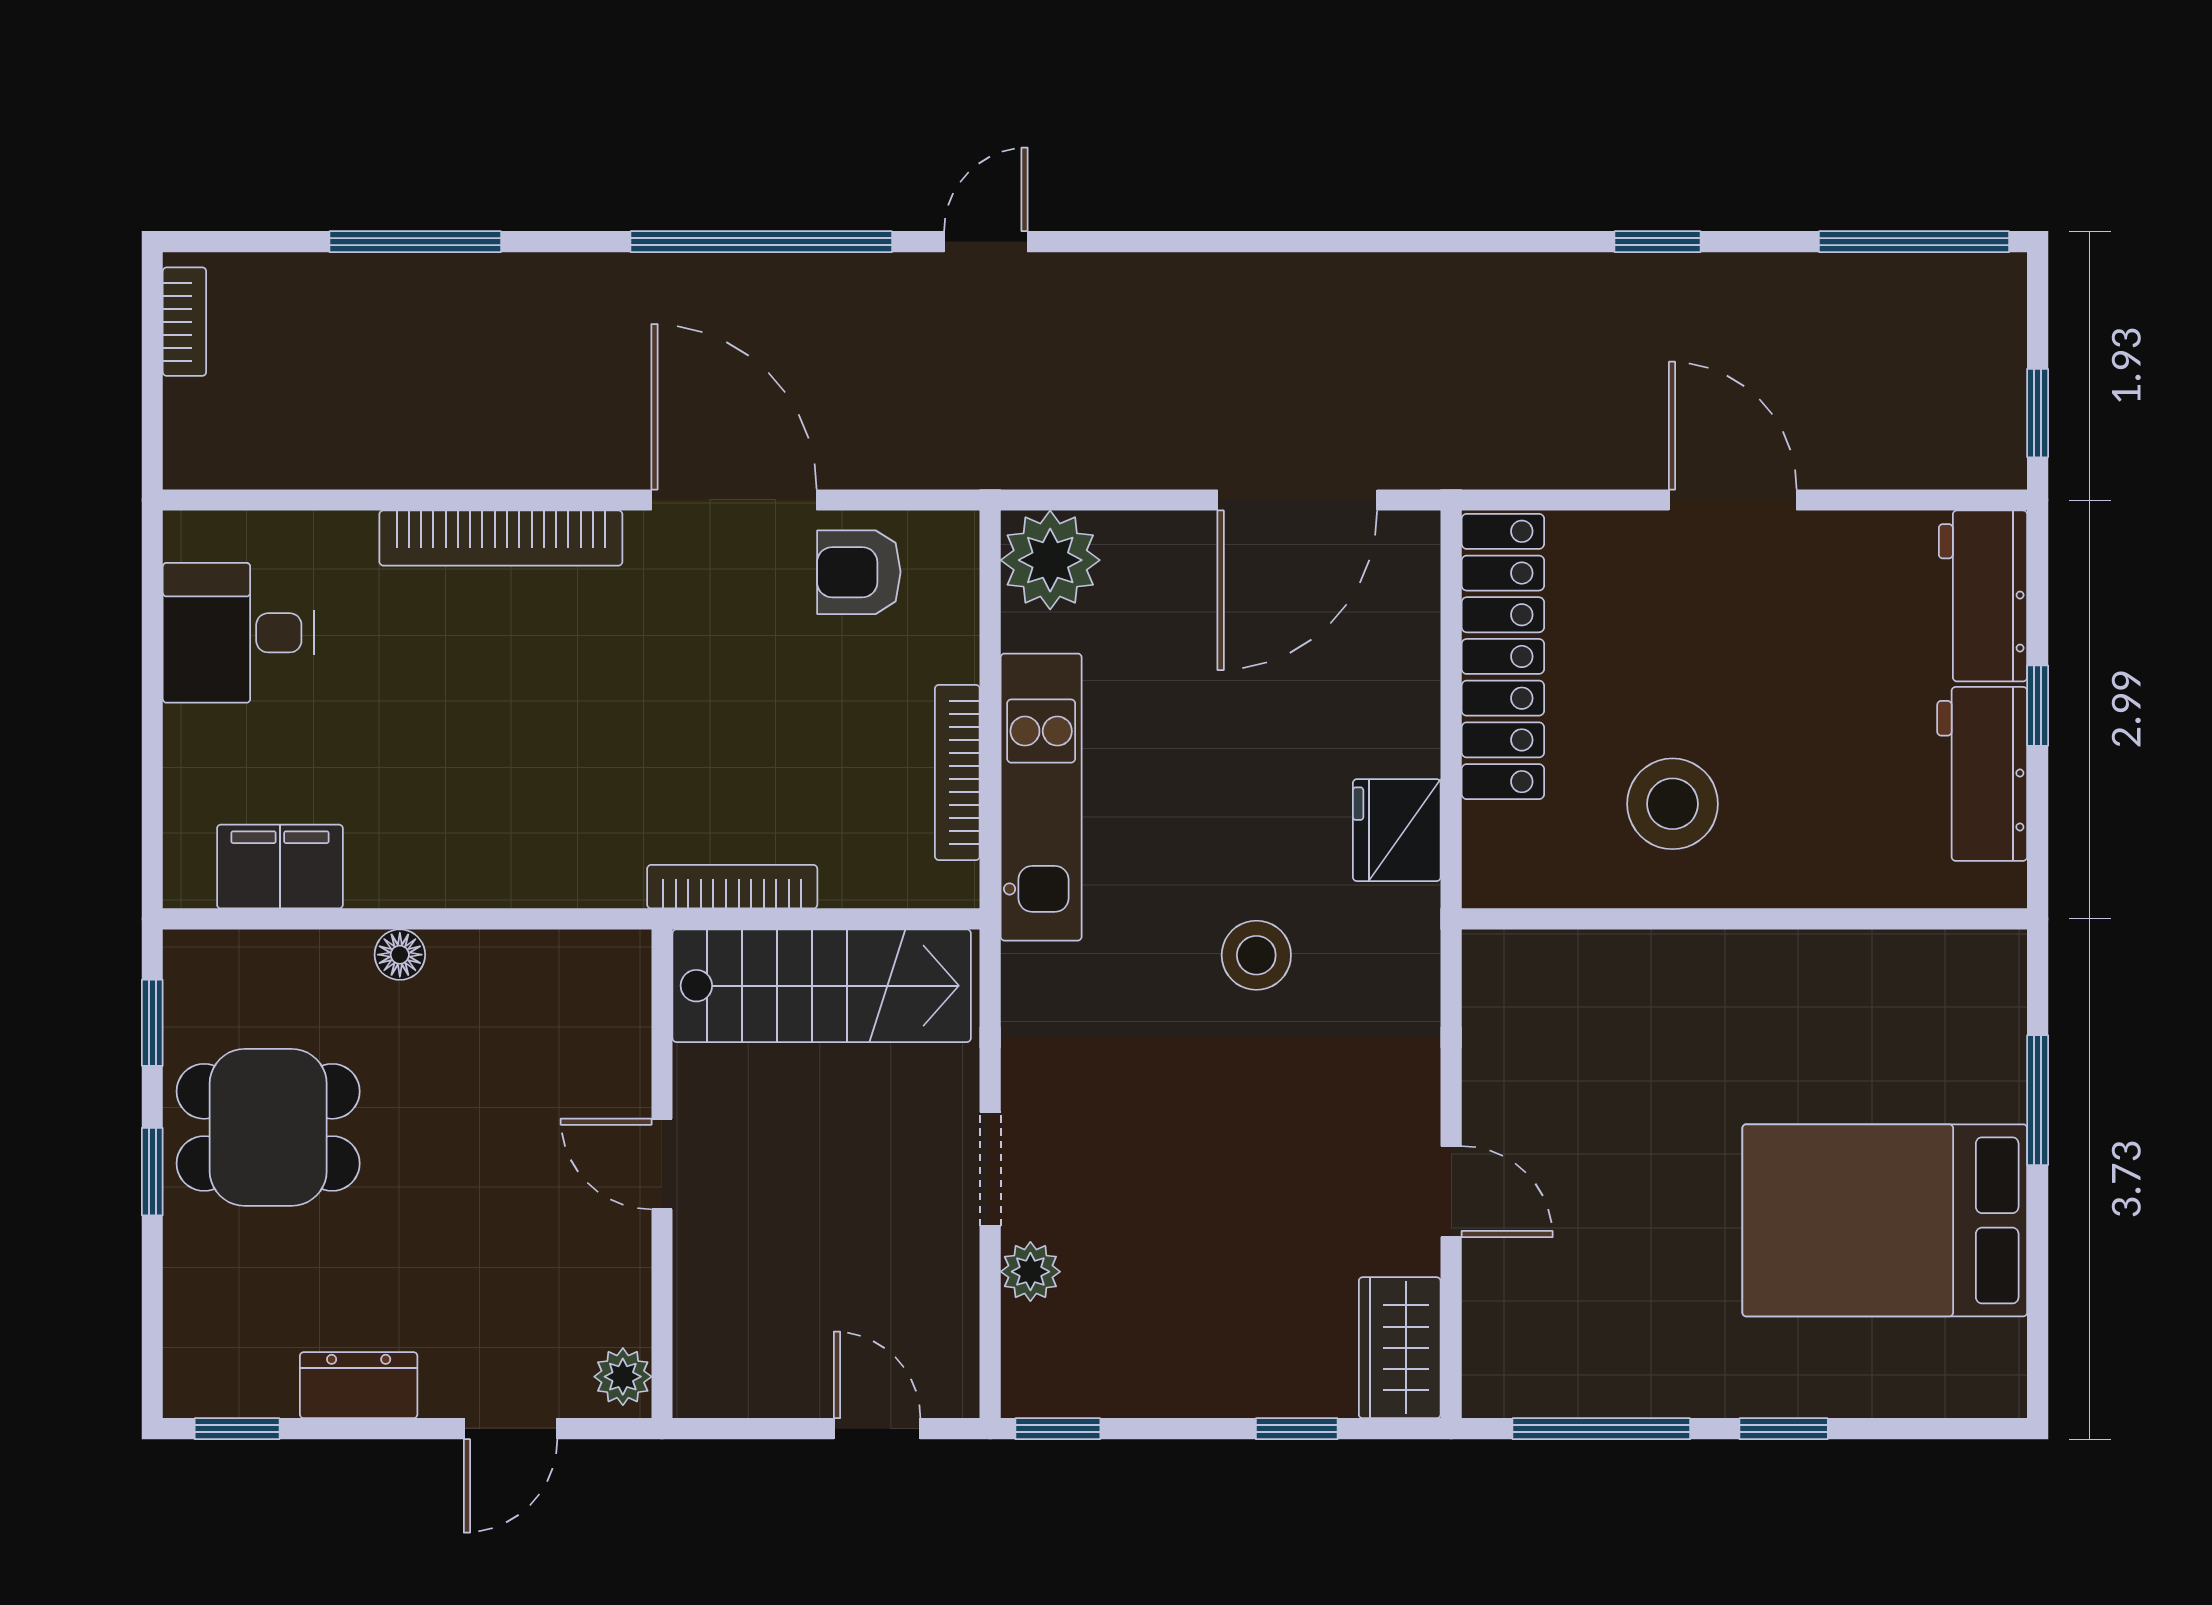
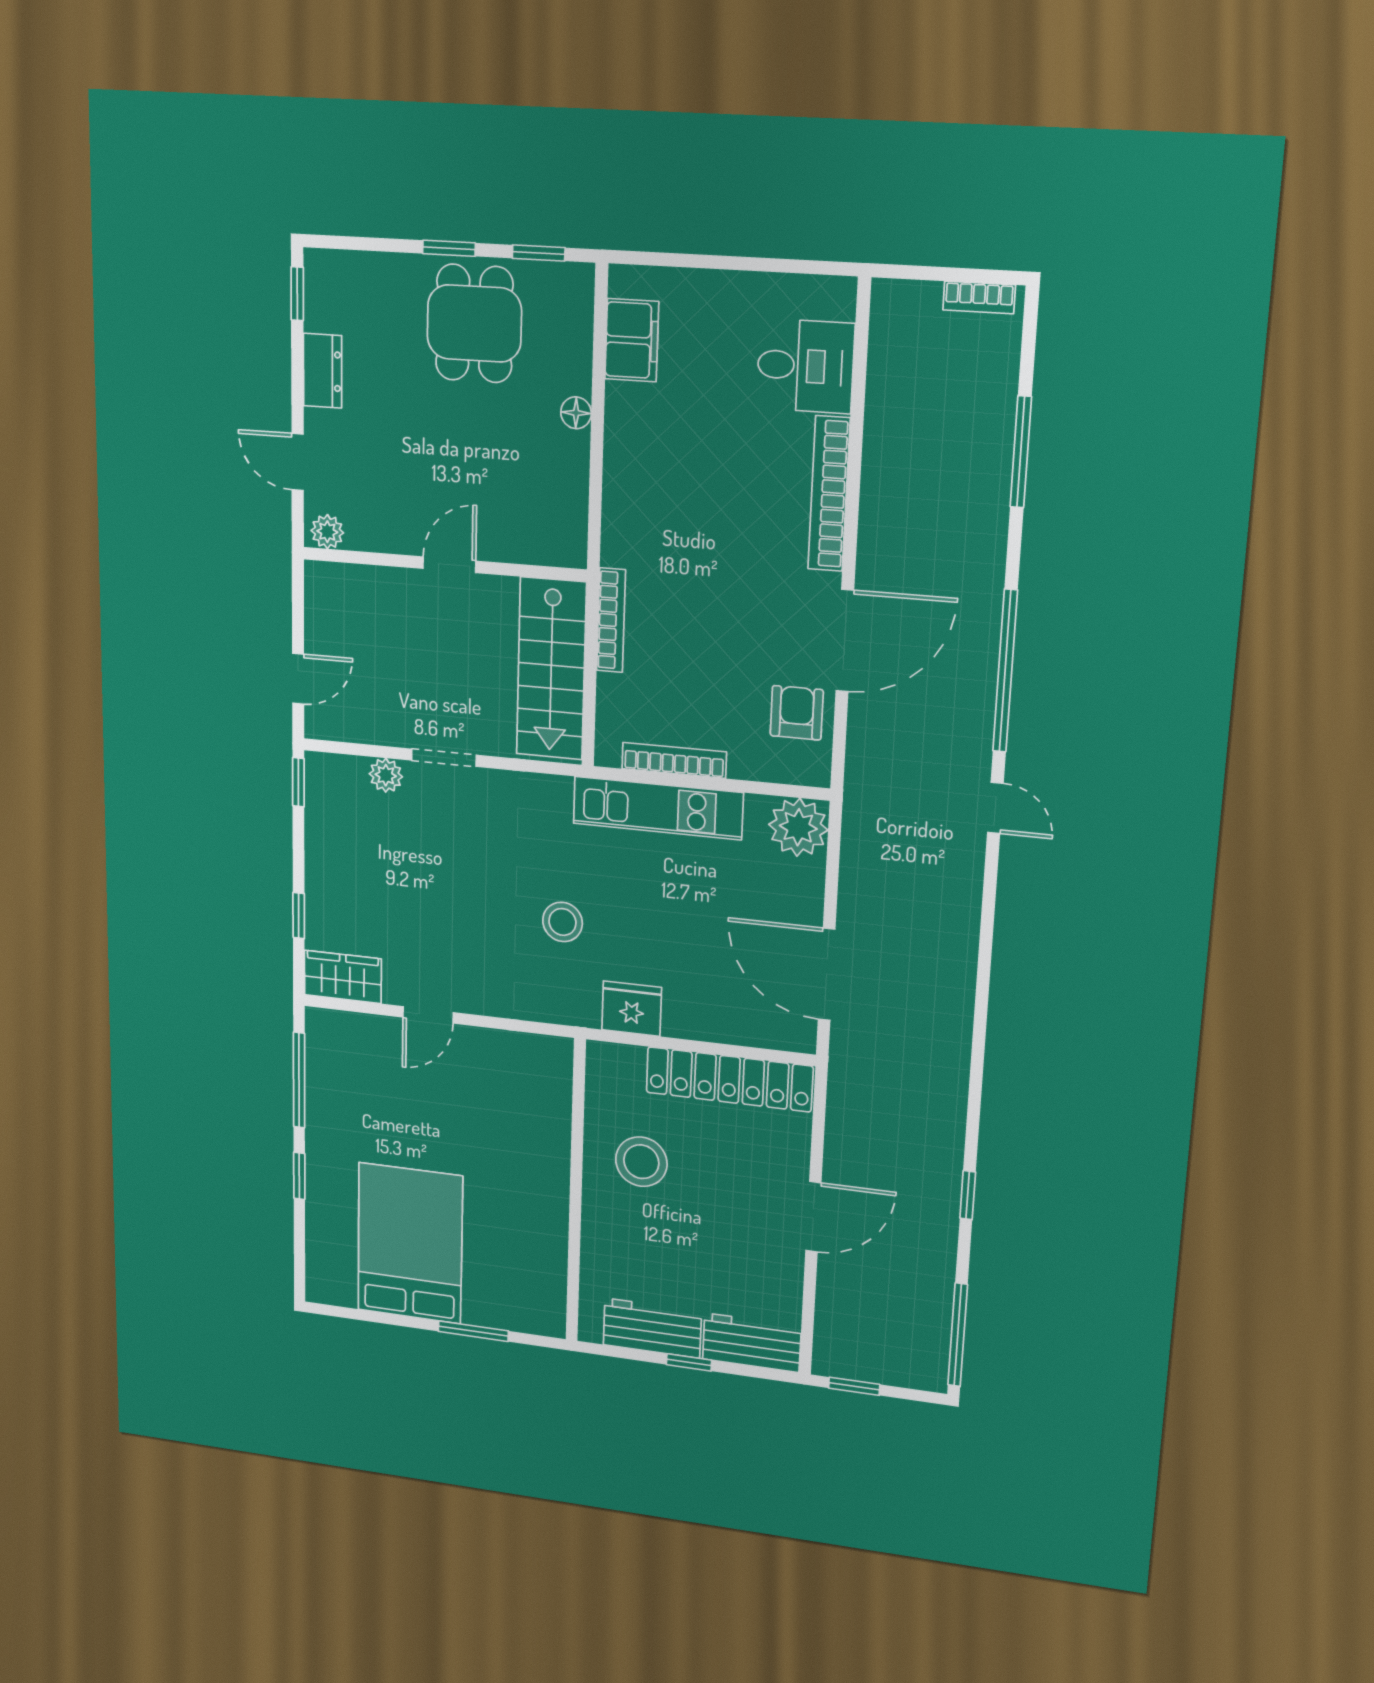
desk: (238, 633) -> (805, 366), moved, turned 90

